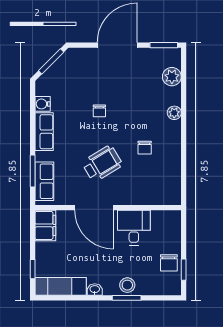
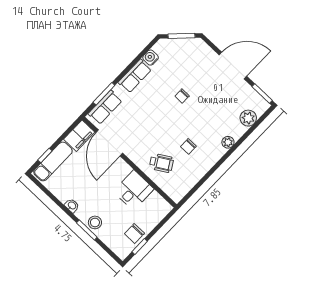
wheelchair: (102, 164) -> (161, 163), moved, width x0.73, depth x0.73
door: (94, 208) -> (109, 143), moved
exam couch: (61, 286) -> (53, 161), moved, turned 90

